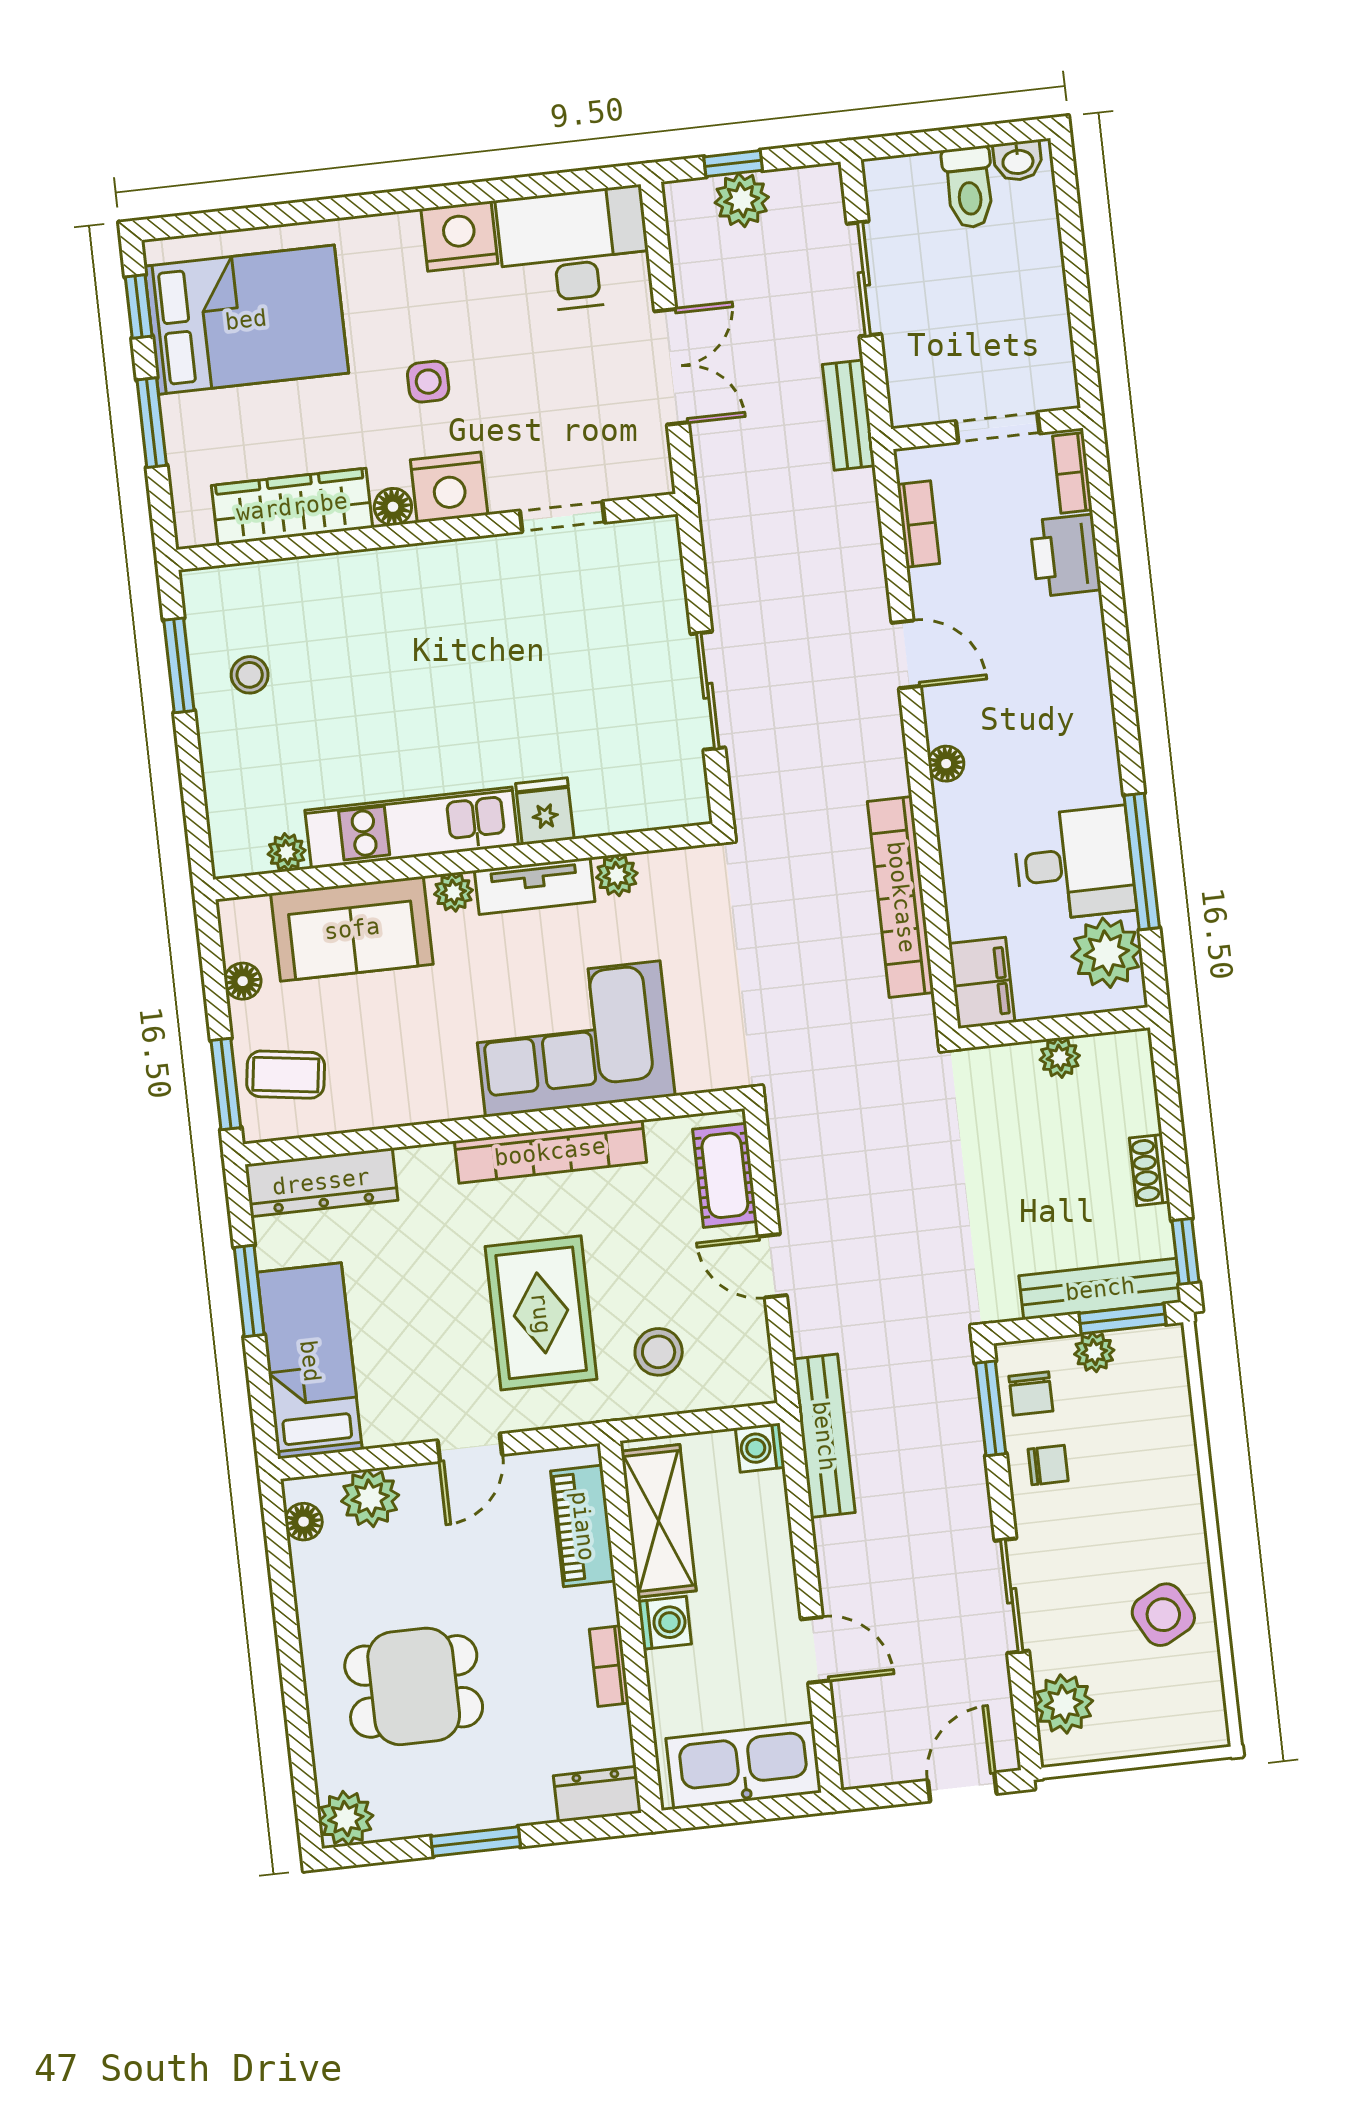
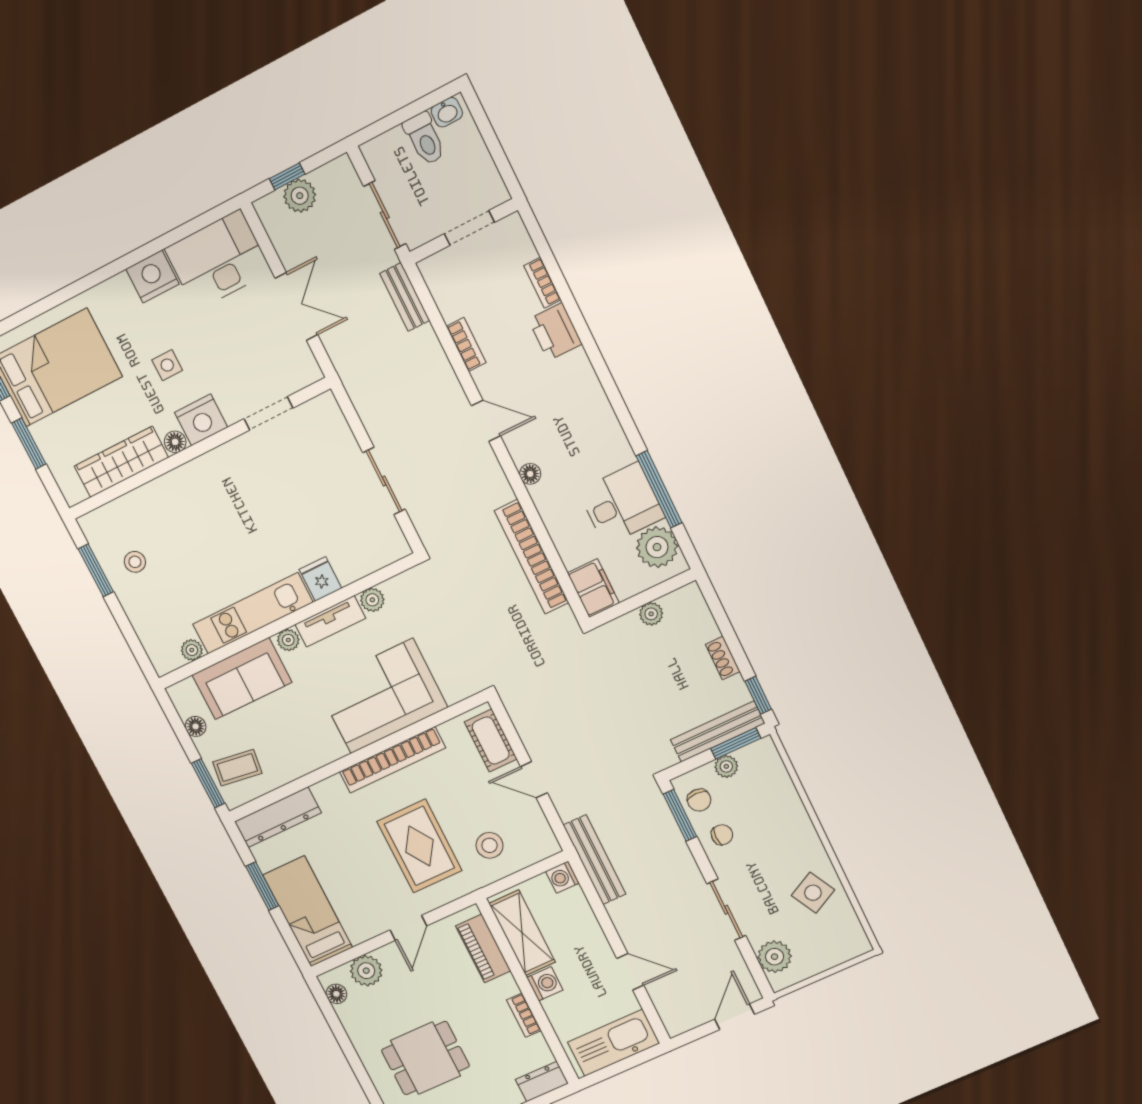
doorway: (998, 427) -> (469, 228), moved
wall: (987, 429) -> (463, 231), moved

